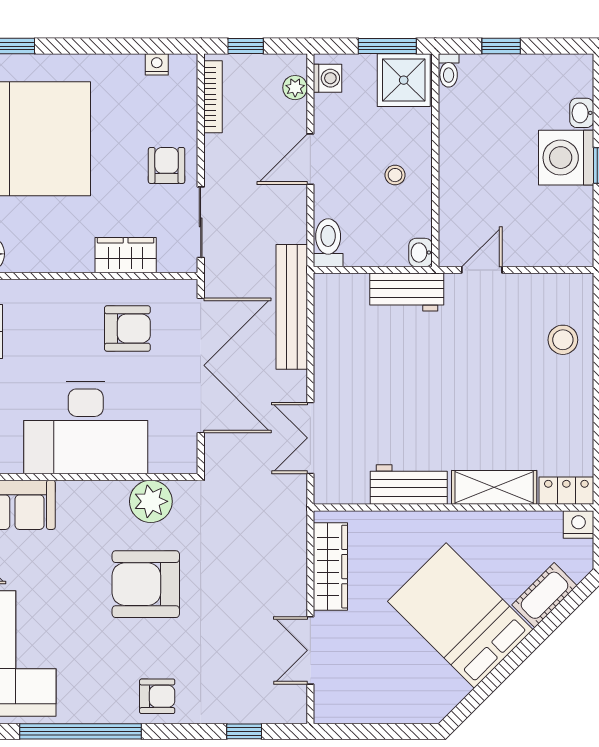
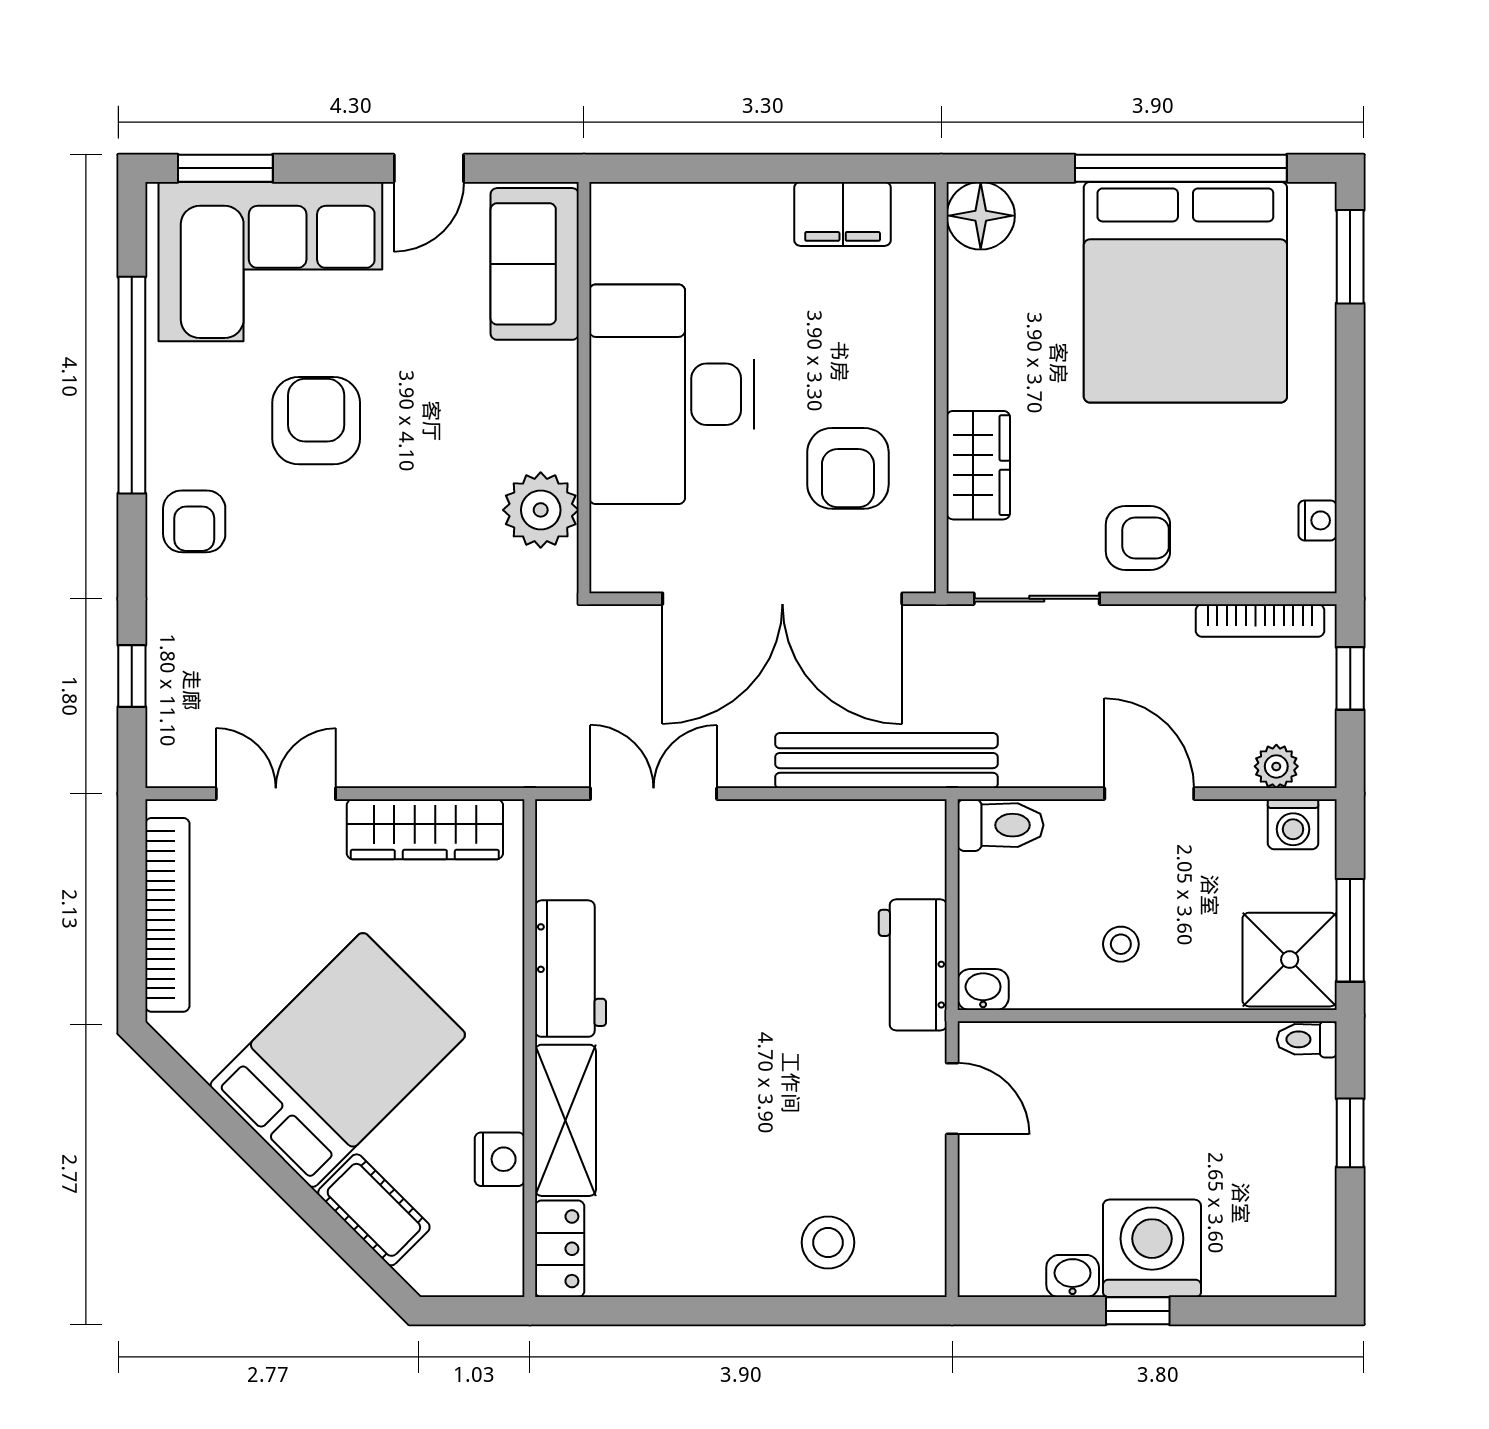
washbasin: (582, 113) -> (1073, 1276), moved
nightstand: (578, 524) -> (500, 1159), moved
armchair: (146, 584) -> (316, 421), moved, width x0.73, depth x0.73
bookcase: (379, 711) -> (167, 915), added

